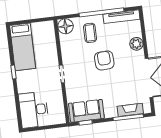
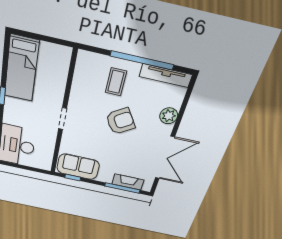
floor lamp: (65, 26) -> (87, 62), removed
armchair: (104, 60) -> (120, 121), turned 60

